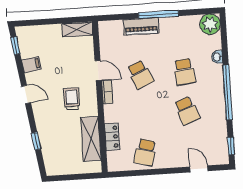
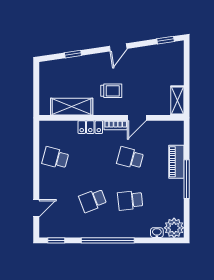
washbasin: (217, 57) -> (157, 233), moved
filing cabinet: (31, 65) -> (147, 54), removed
school desk: (140, 75) -> (130, 158), turned 39
locker: (112, 137) -> (90, 127), moved

